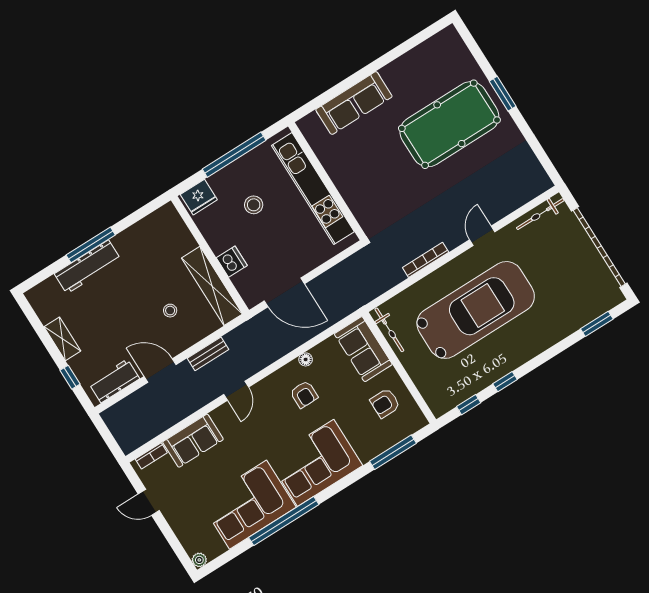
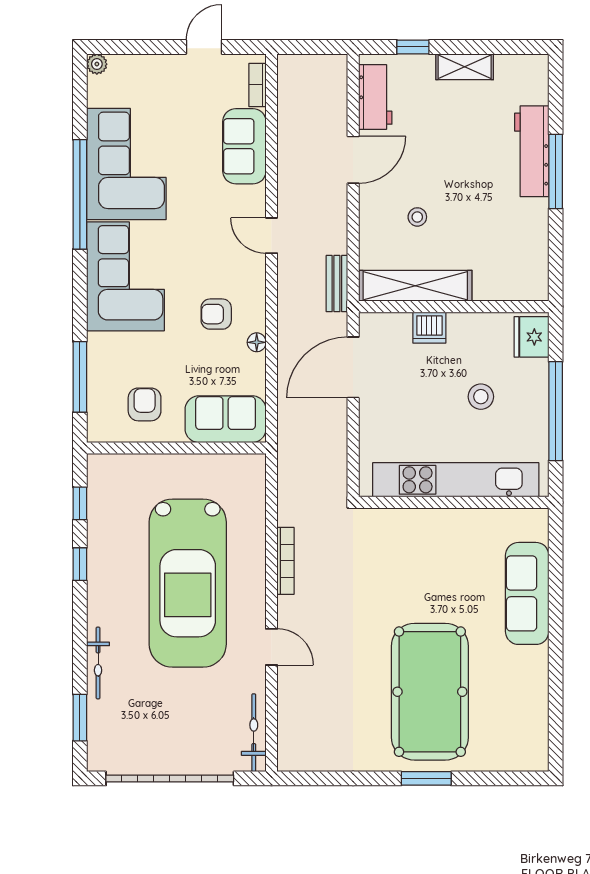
bicycle: (389, 330) -> (98, 663), moved, turned -90
bench: (208, 354) -> (337, 284), moved

